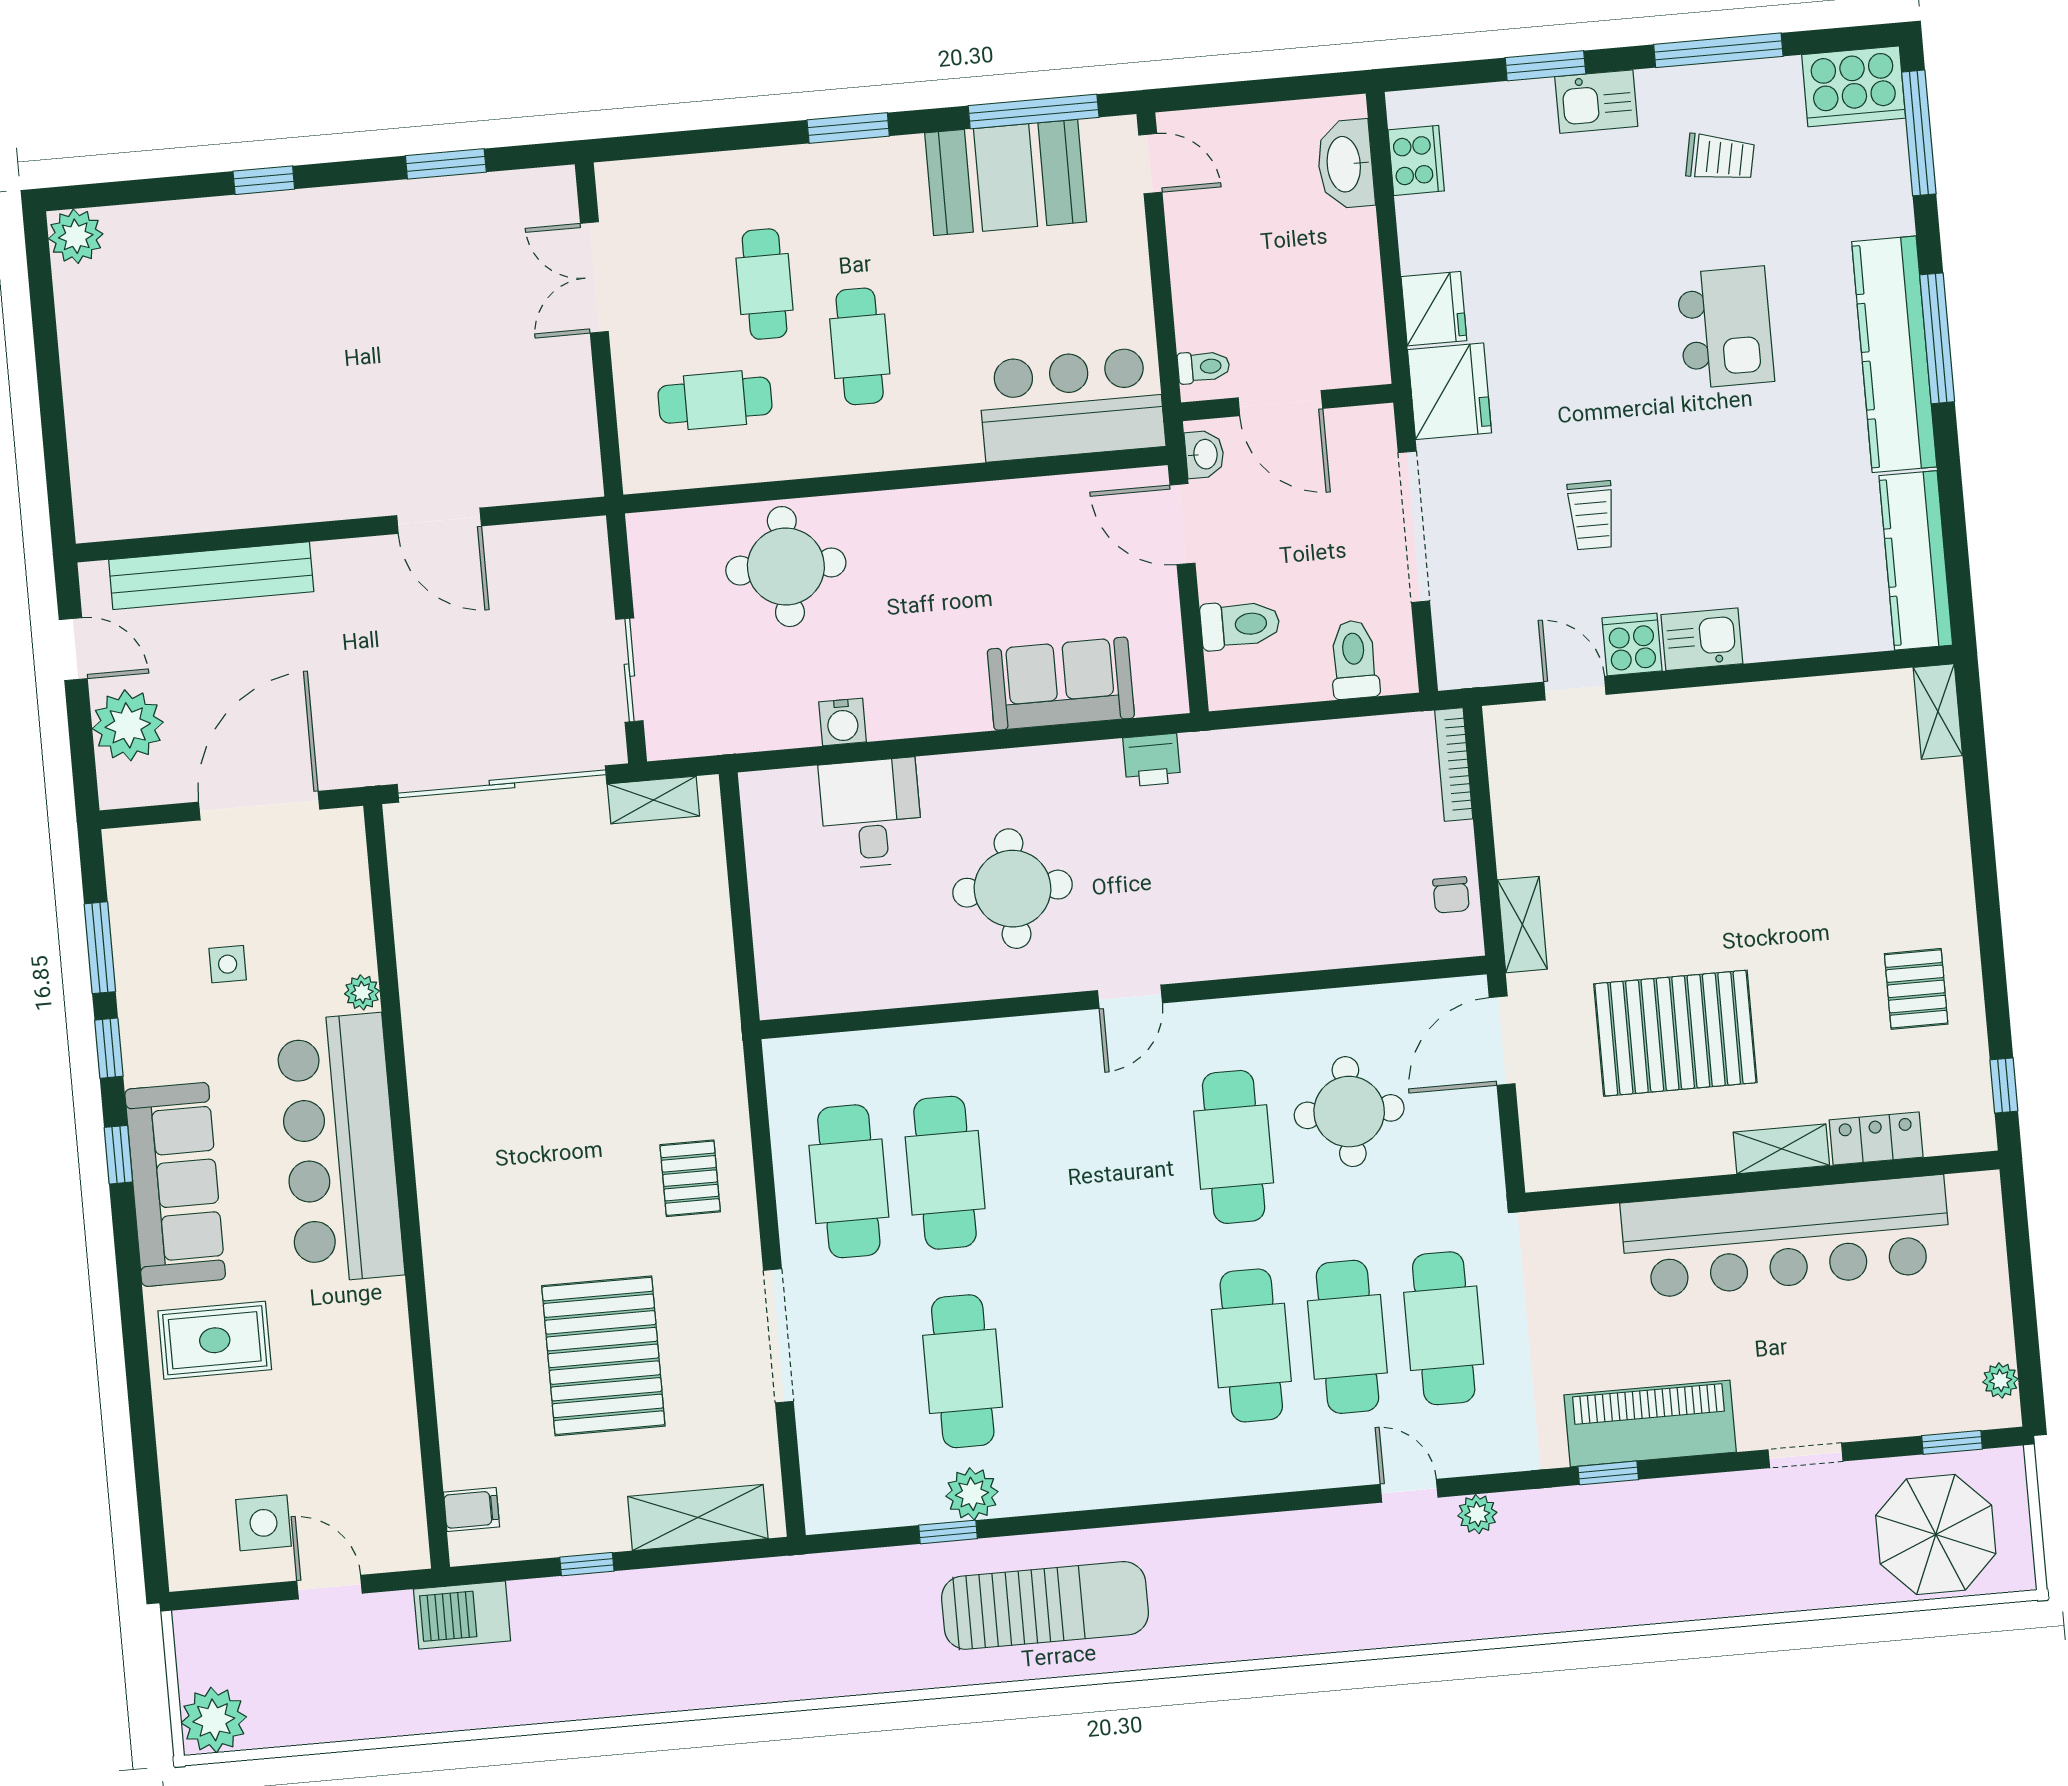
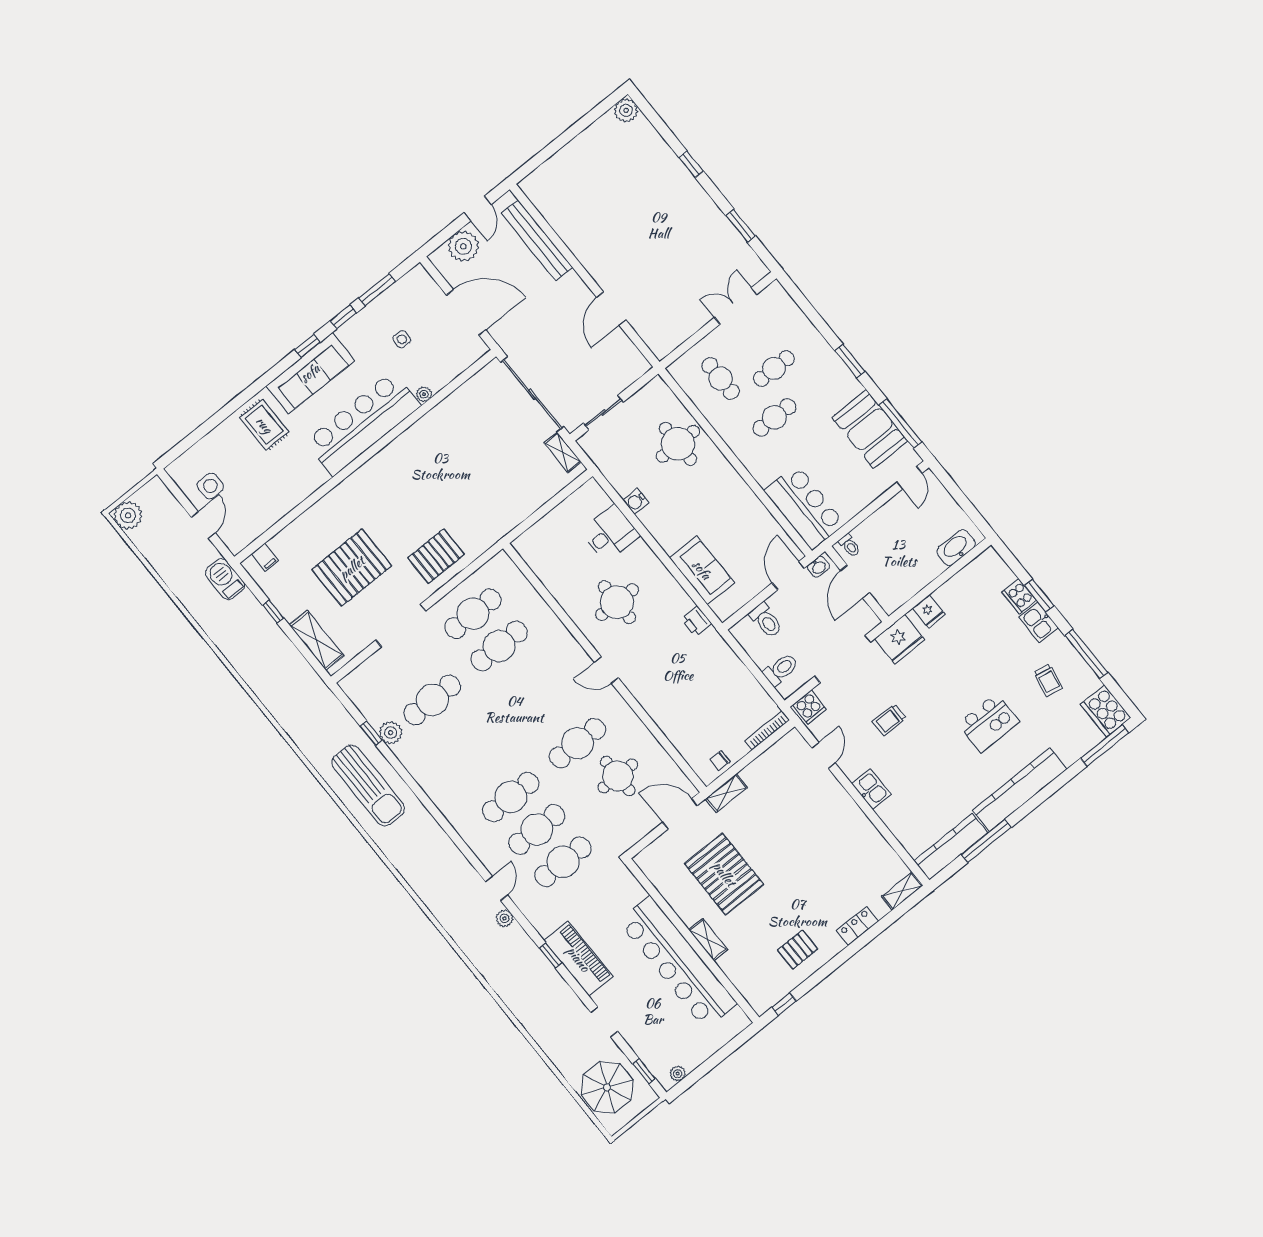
cooker: (1416, 160) -> (1019, 596), moved, turned 90
fridge: (1434, 309) -> (929, 611), width x0.72
window: (1937, 338) -> (986, 841), moved
cooker: (1632, 644) -> (809, 707), moved, turned 90
locker: (1876, 1138) -> (857, 926), moved, turned -90
pallet: (690, 1178) -> (436, 556), width x1.50, depth x1.42

